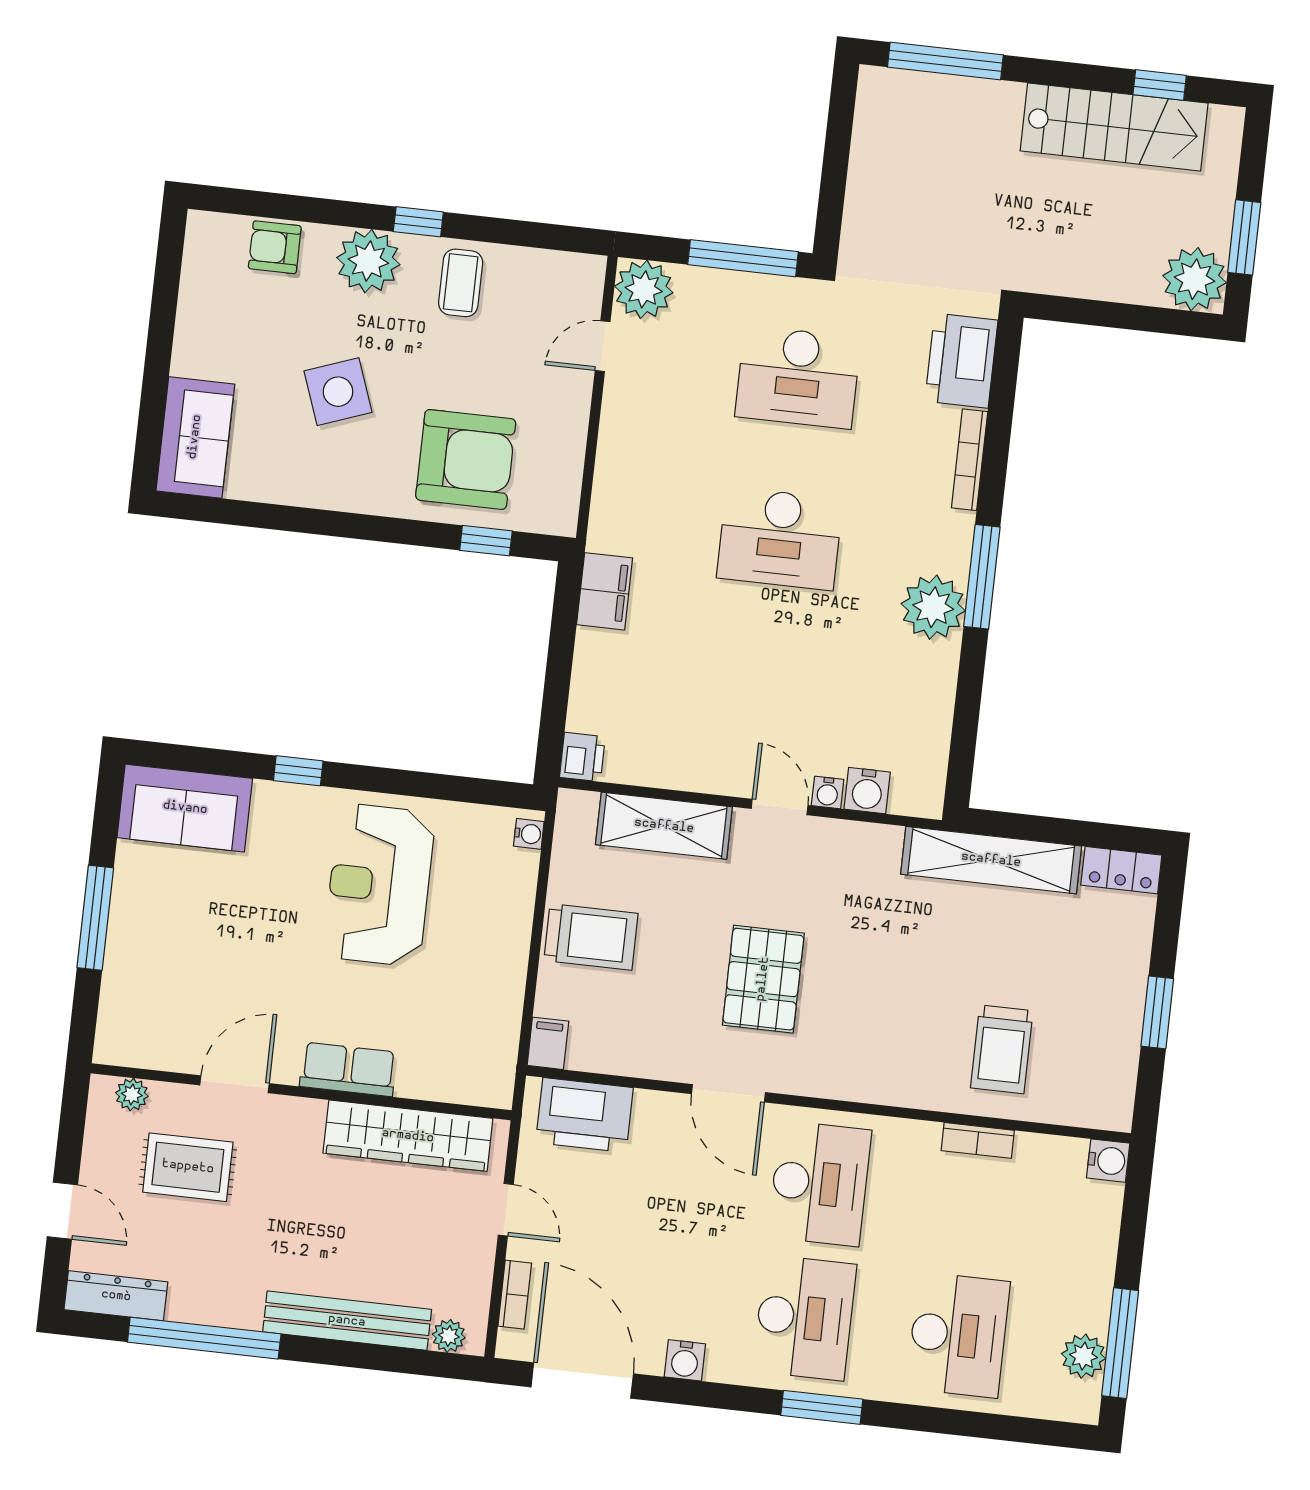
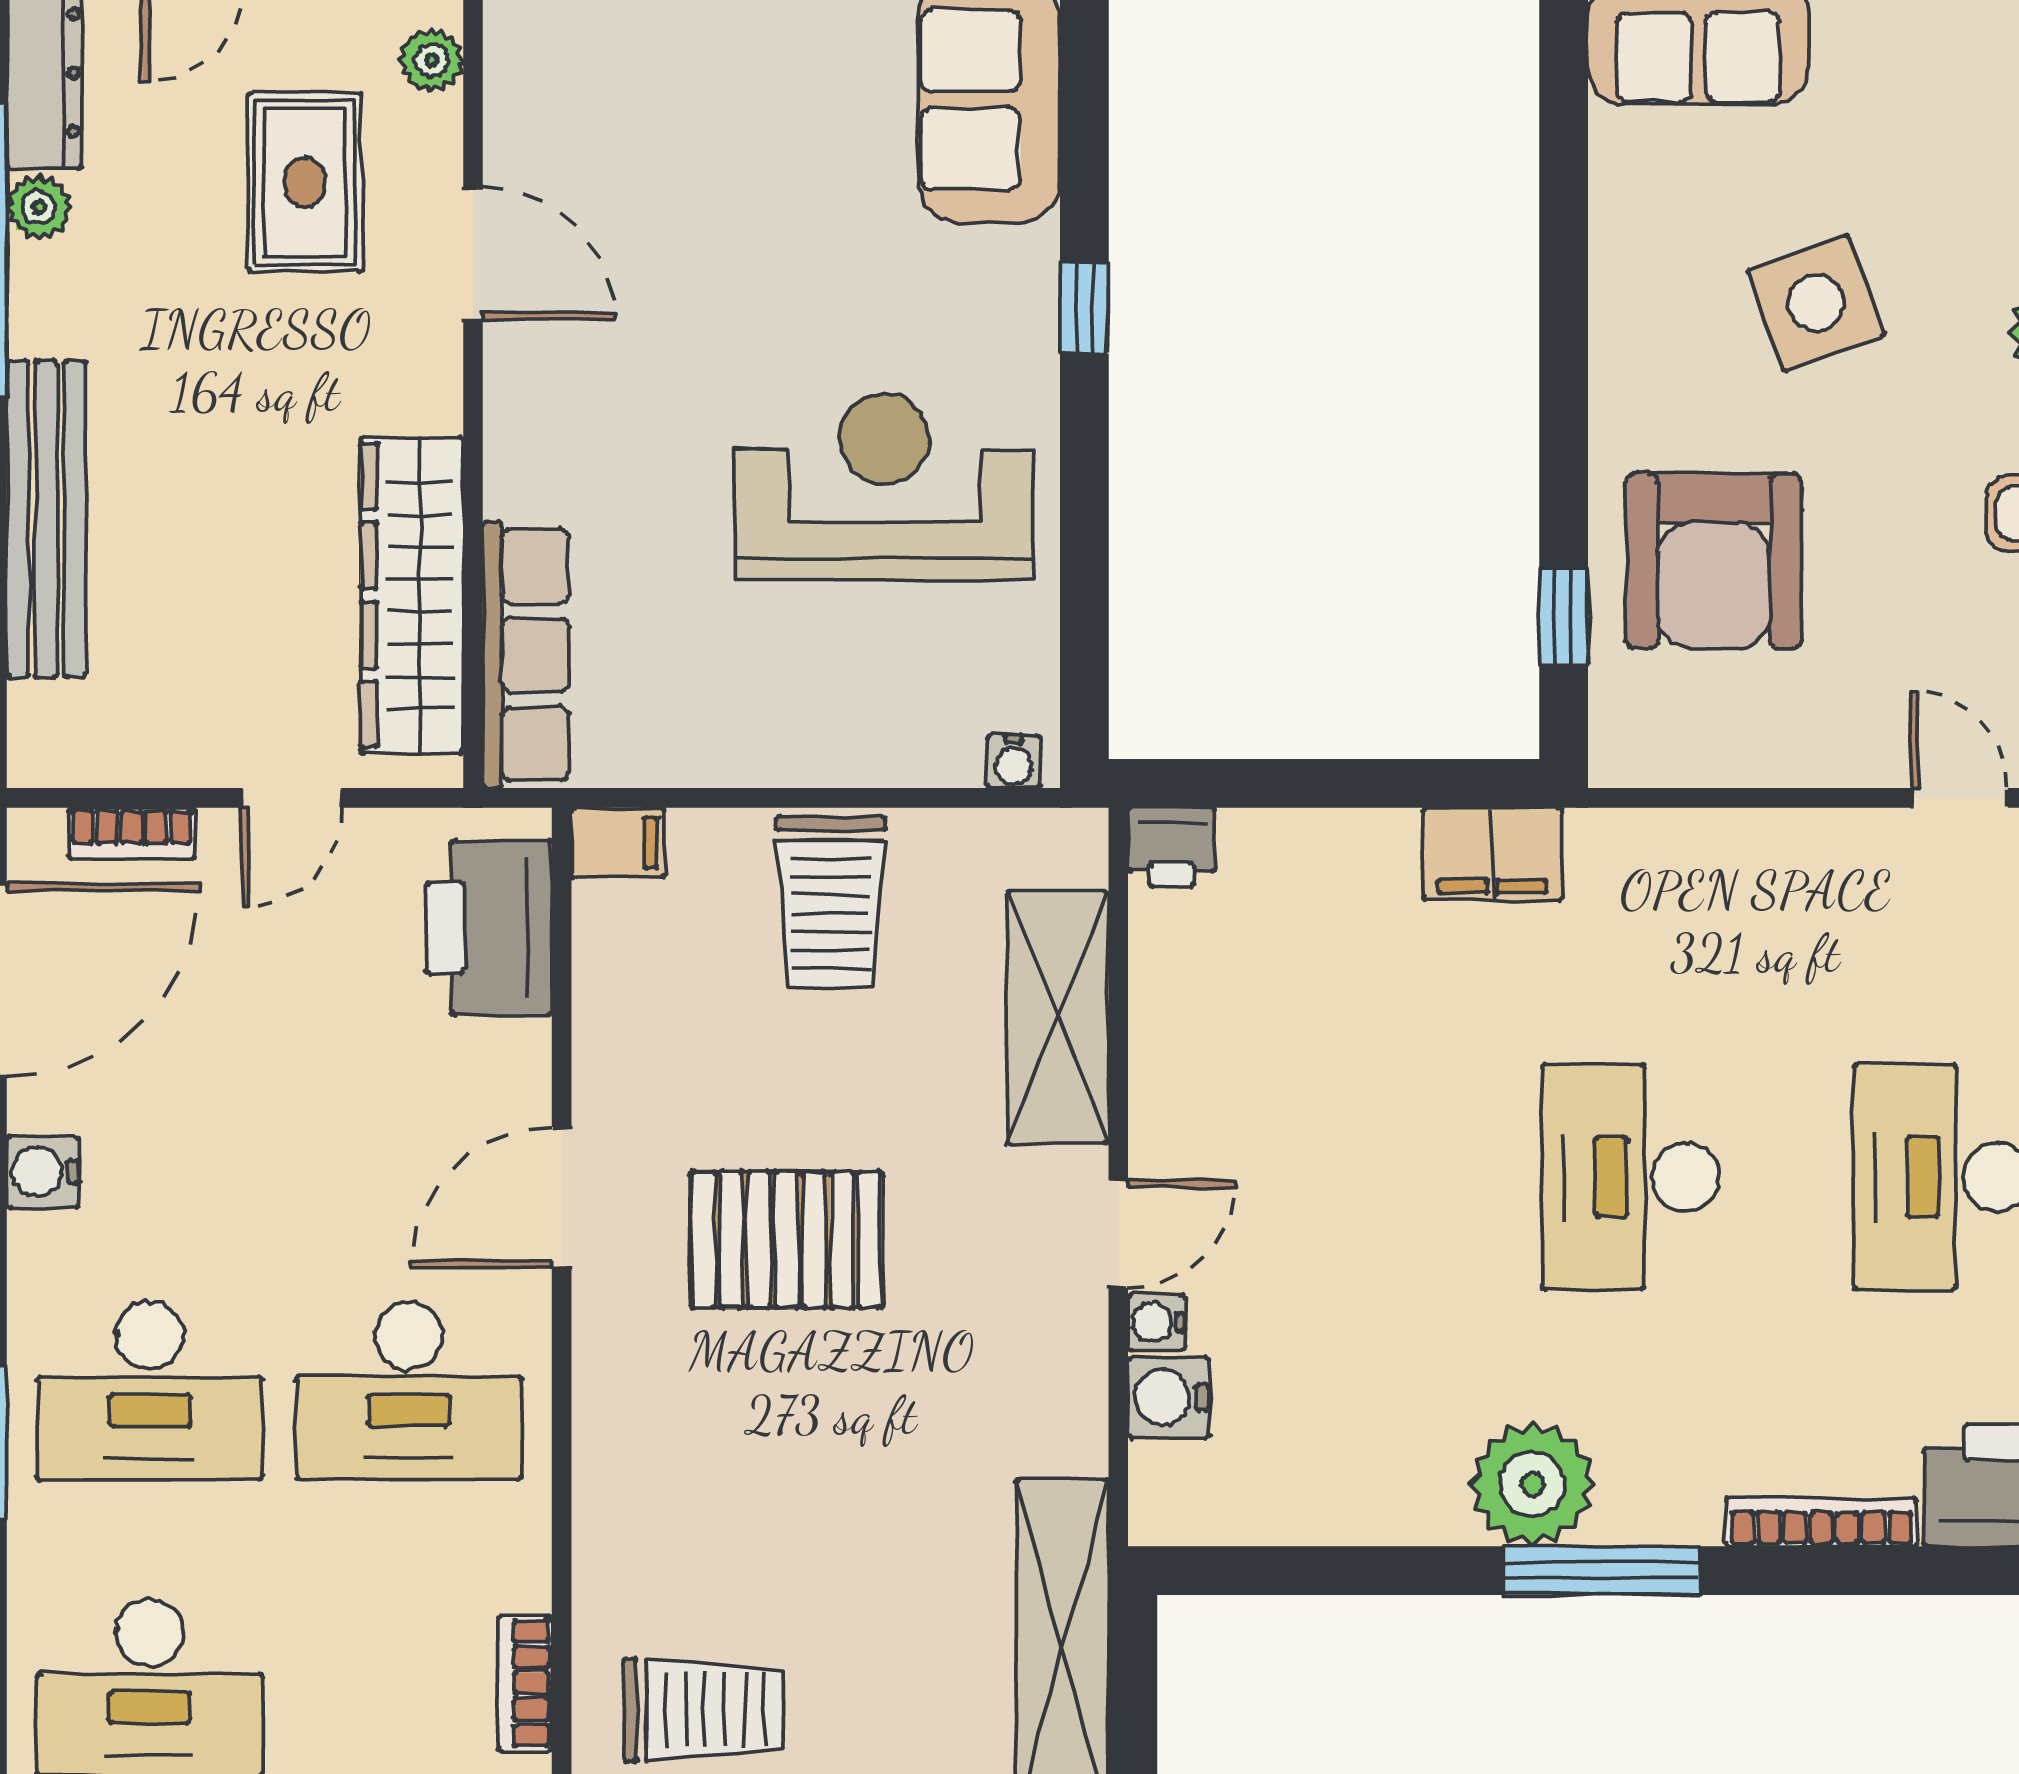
trolley: (1002, 1049) -> (704, 1710), turned 180
row of seats: (348, 1069) -> (526, 655), moved, width x1.48
plant: (449, 1336) -> (39, 207), moved

